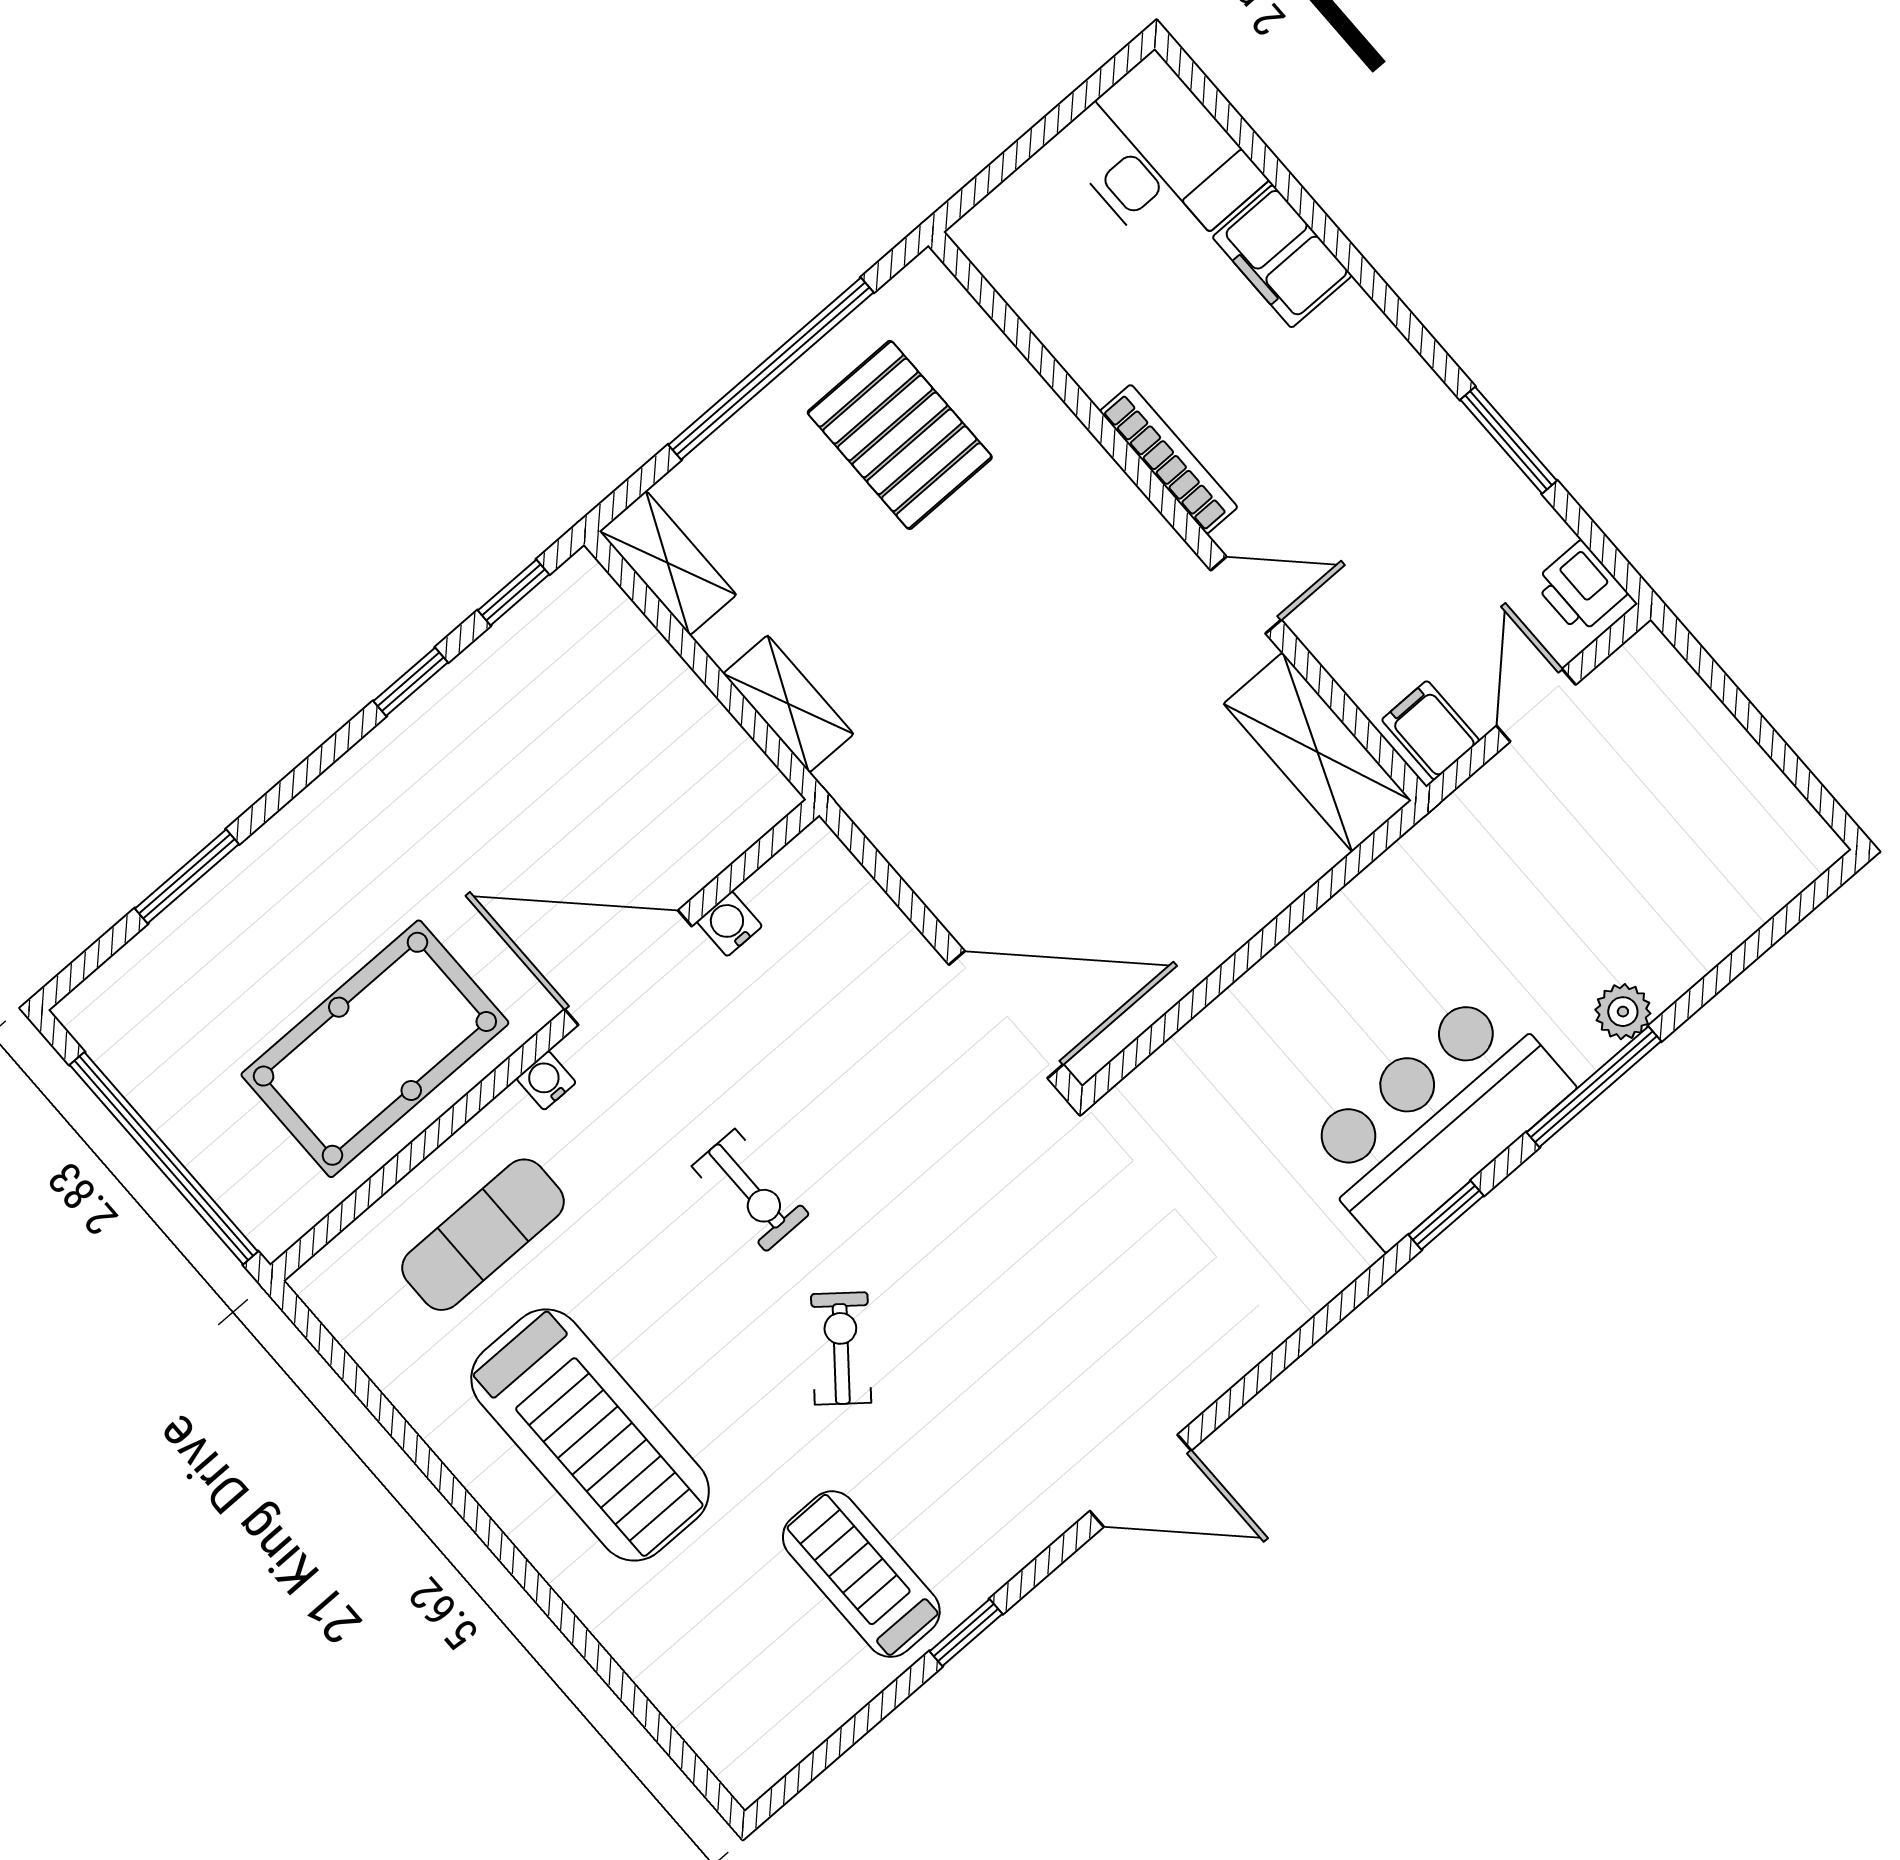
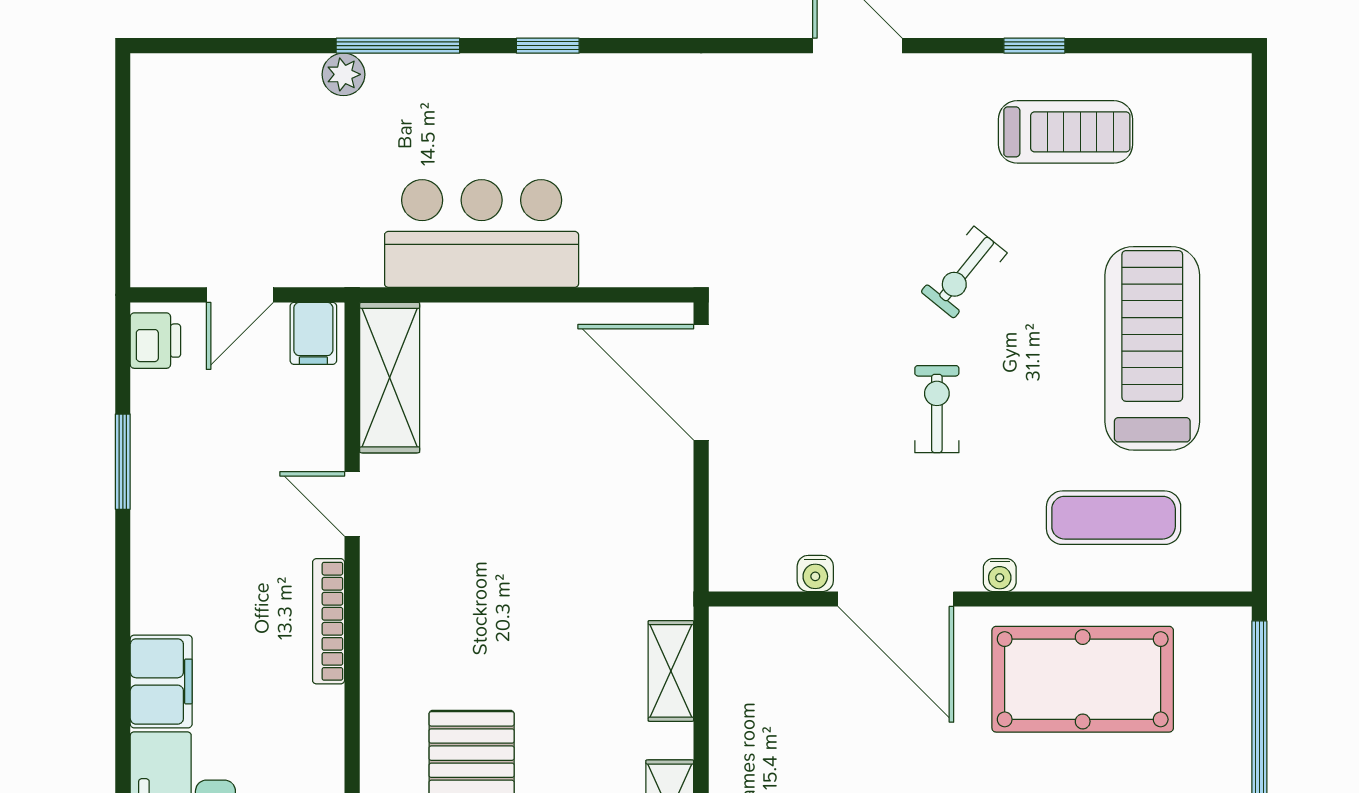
bar counter: (1436, 1118) -> (482, 234), moved, turned 180
treadmill: (861, 1574) -> (1066, 132), turned -90

